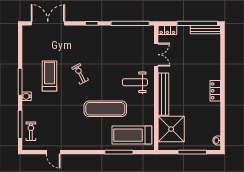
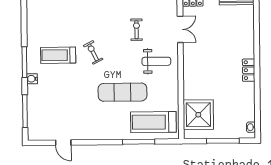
treadmill: (50, 76) -> (58, 55), turned -90
weight bench: (135, 82) -> (156, 61), turned 180
bench: (163, 94) -> (189, 75), removed
exercise bike: (31, 131) -> (137, 30), moved

